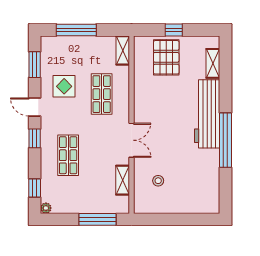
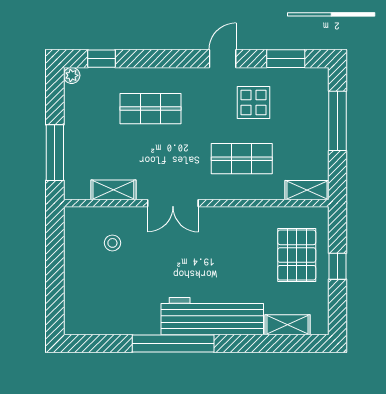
pallet: (166, 57) -> (297, 255), turned 90
window: (35, 138) -> (176, 59), removed

